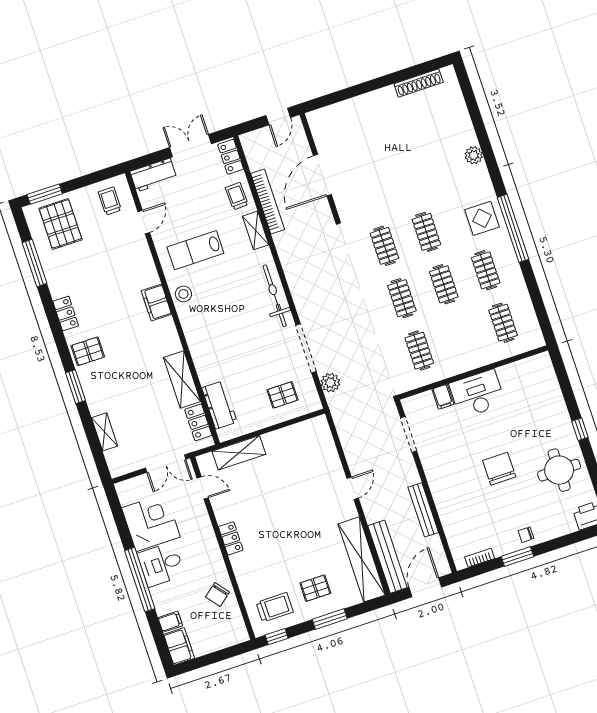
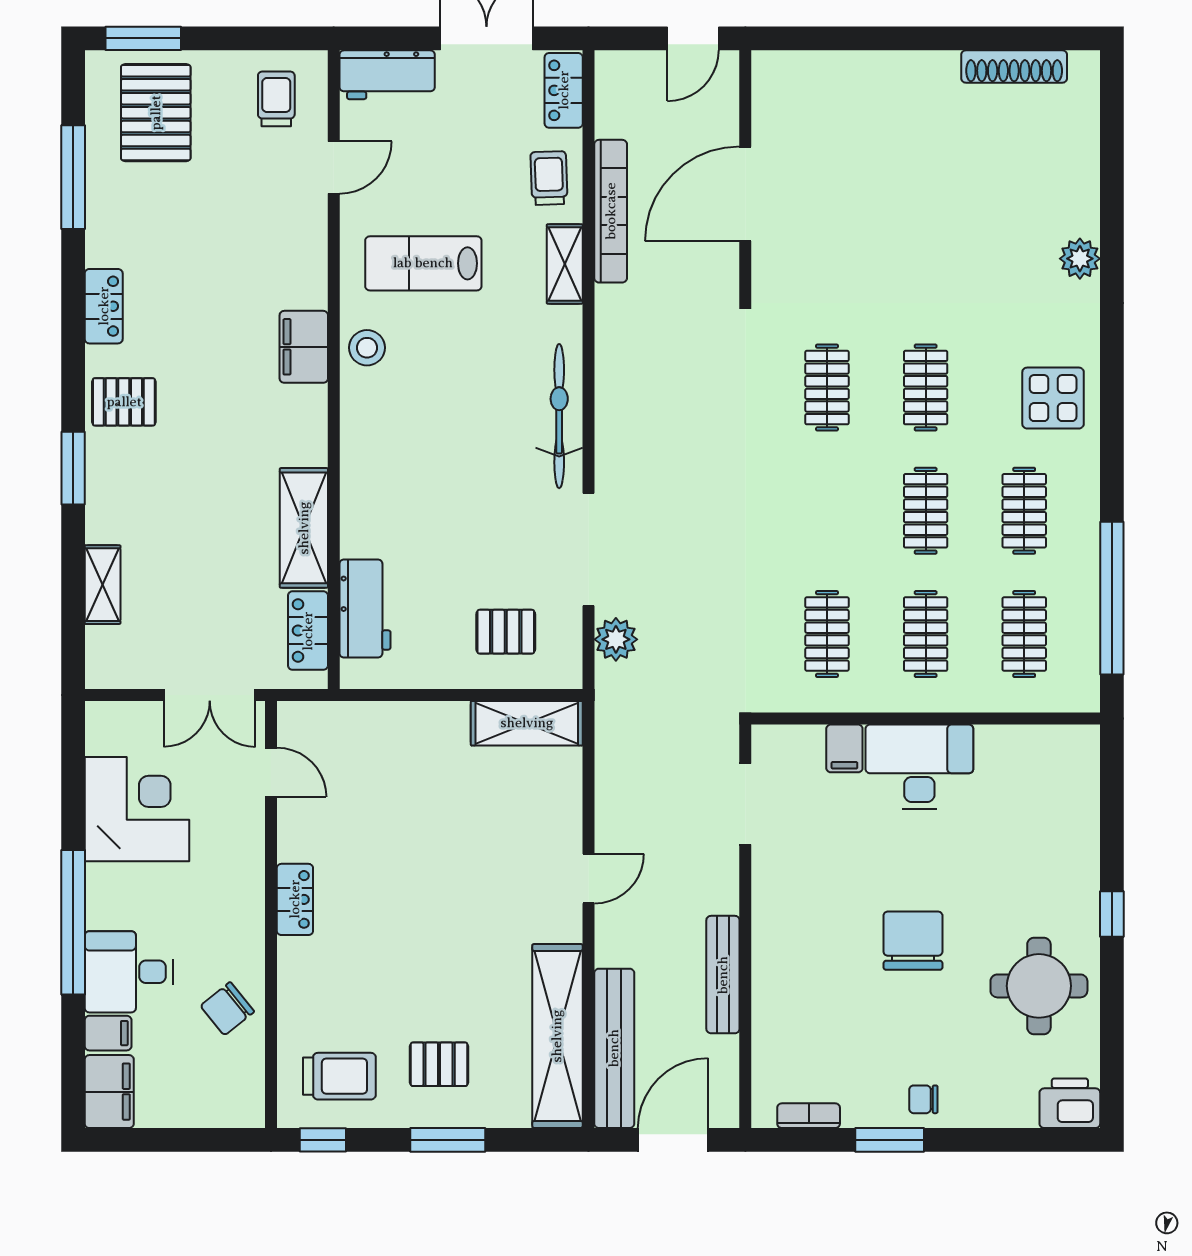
window: (513, 228) -> (1112, 598), moved
clothes rail: (402, 298) -> (926, 634), moved
shelving: (239, 453) -> (527, 723), moved
desk: (161, 564) -> (129, 972), moved

